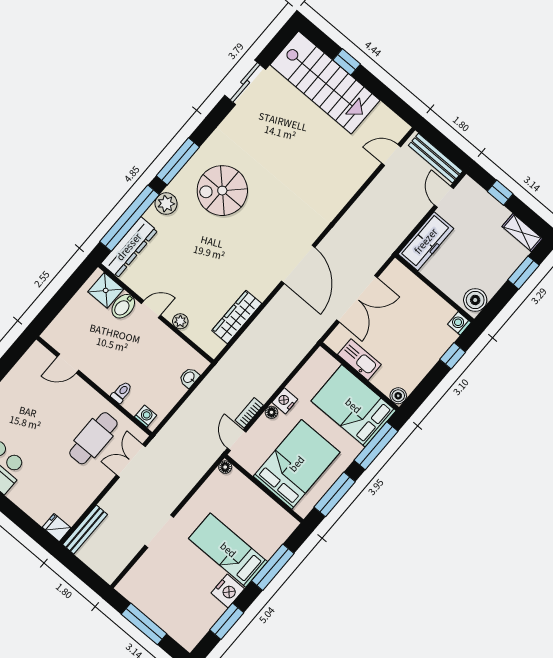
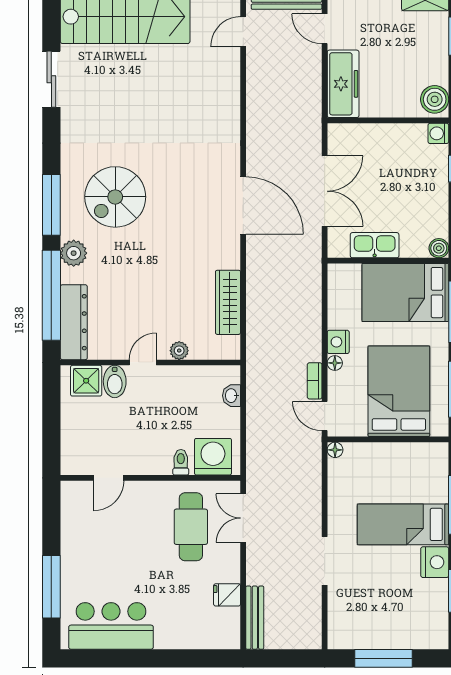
washing machine: (146, 416) -> (213, 457), width x1.89, depth x1.89
fridge: (57, 528) -> (227, 595), moved

